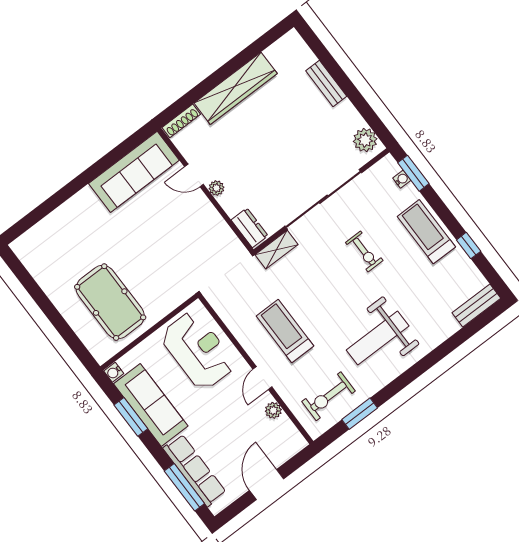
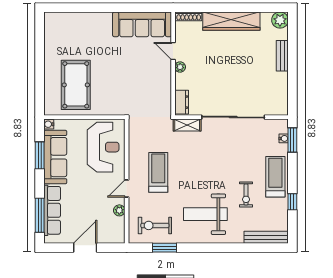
plant: (365, 140) -> (280, 20), moved
exercise bike: (364, 251) -> (246, 195), moved
bench: (476, 305) -> (266, 237), width x1.36

